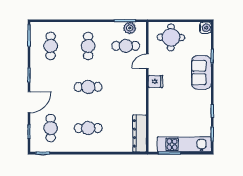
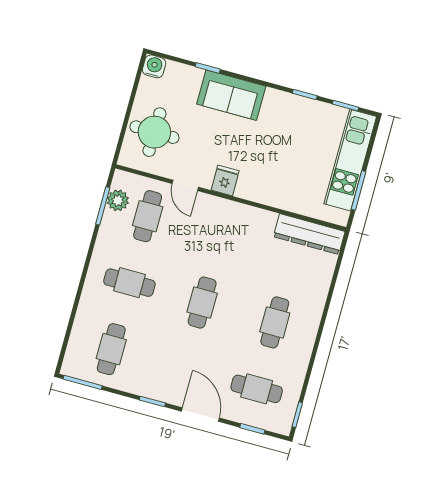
cafe table: (51, 46) -> (111, 349), turned 90

